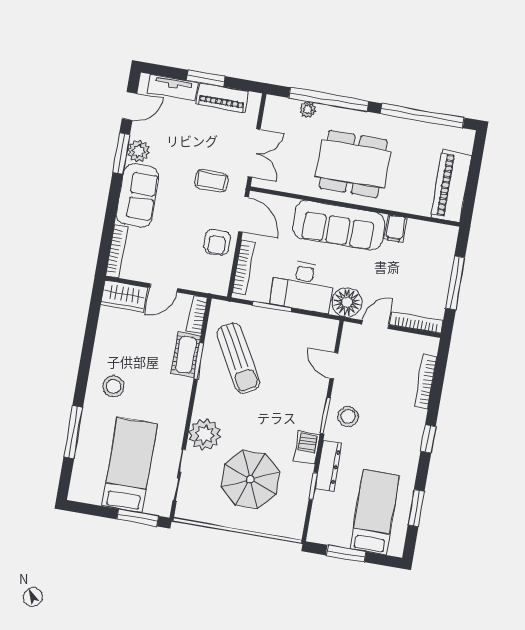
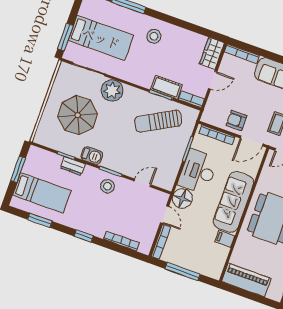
door: (164, 288) -> (213, 80), swing flipped
dresser: (328, 466) -> (73, 166), width x0.70

